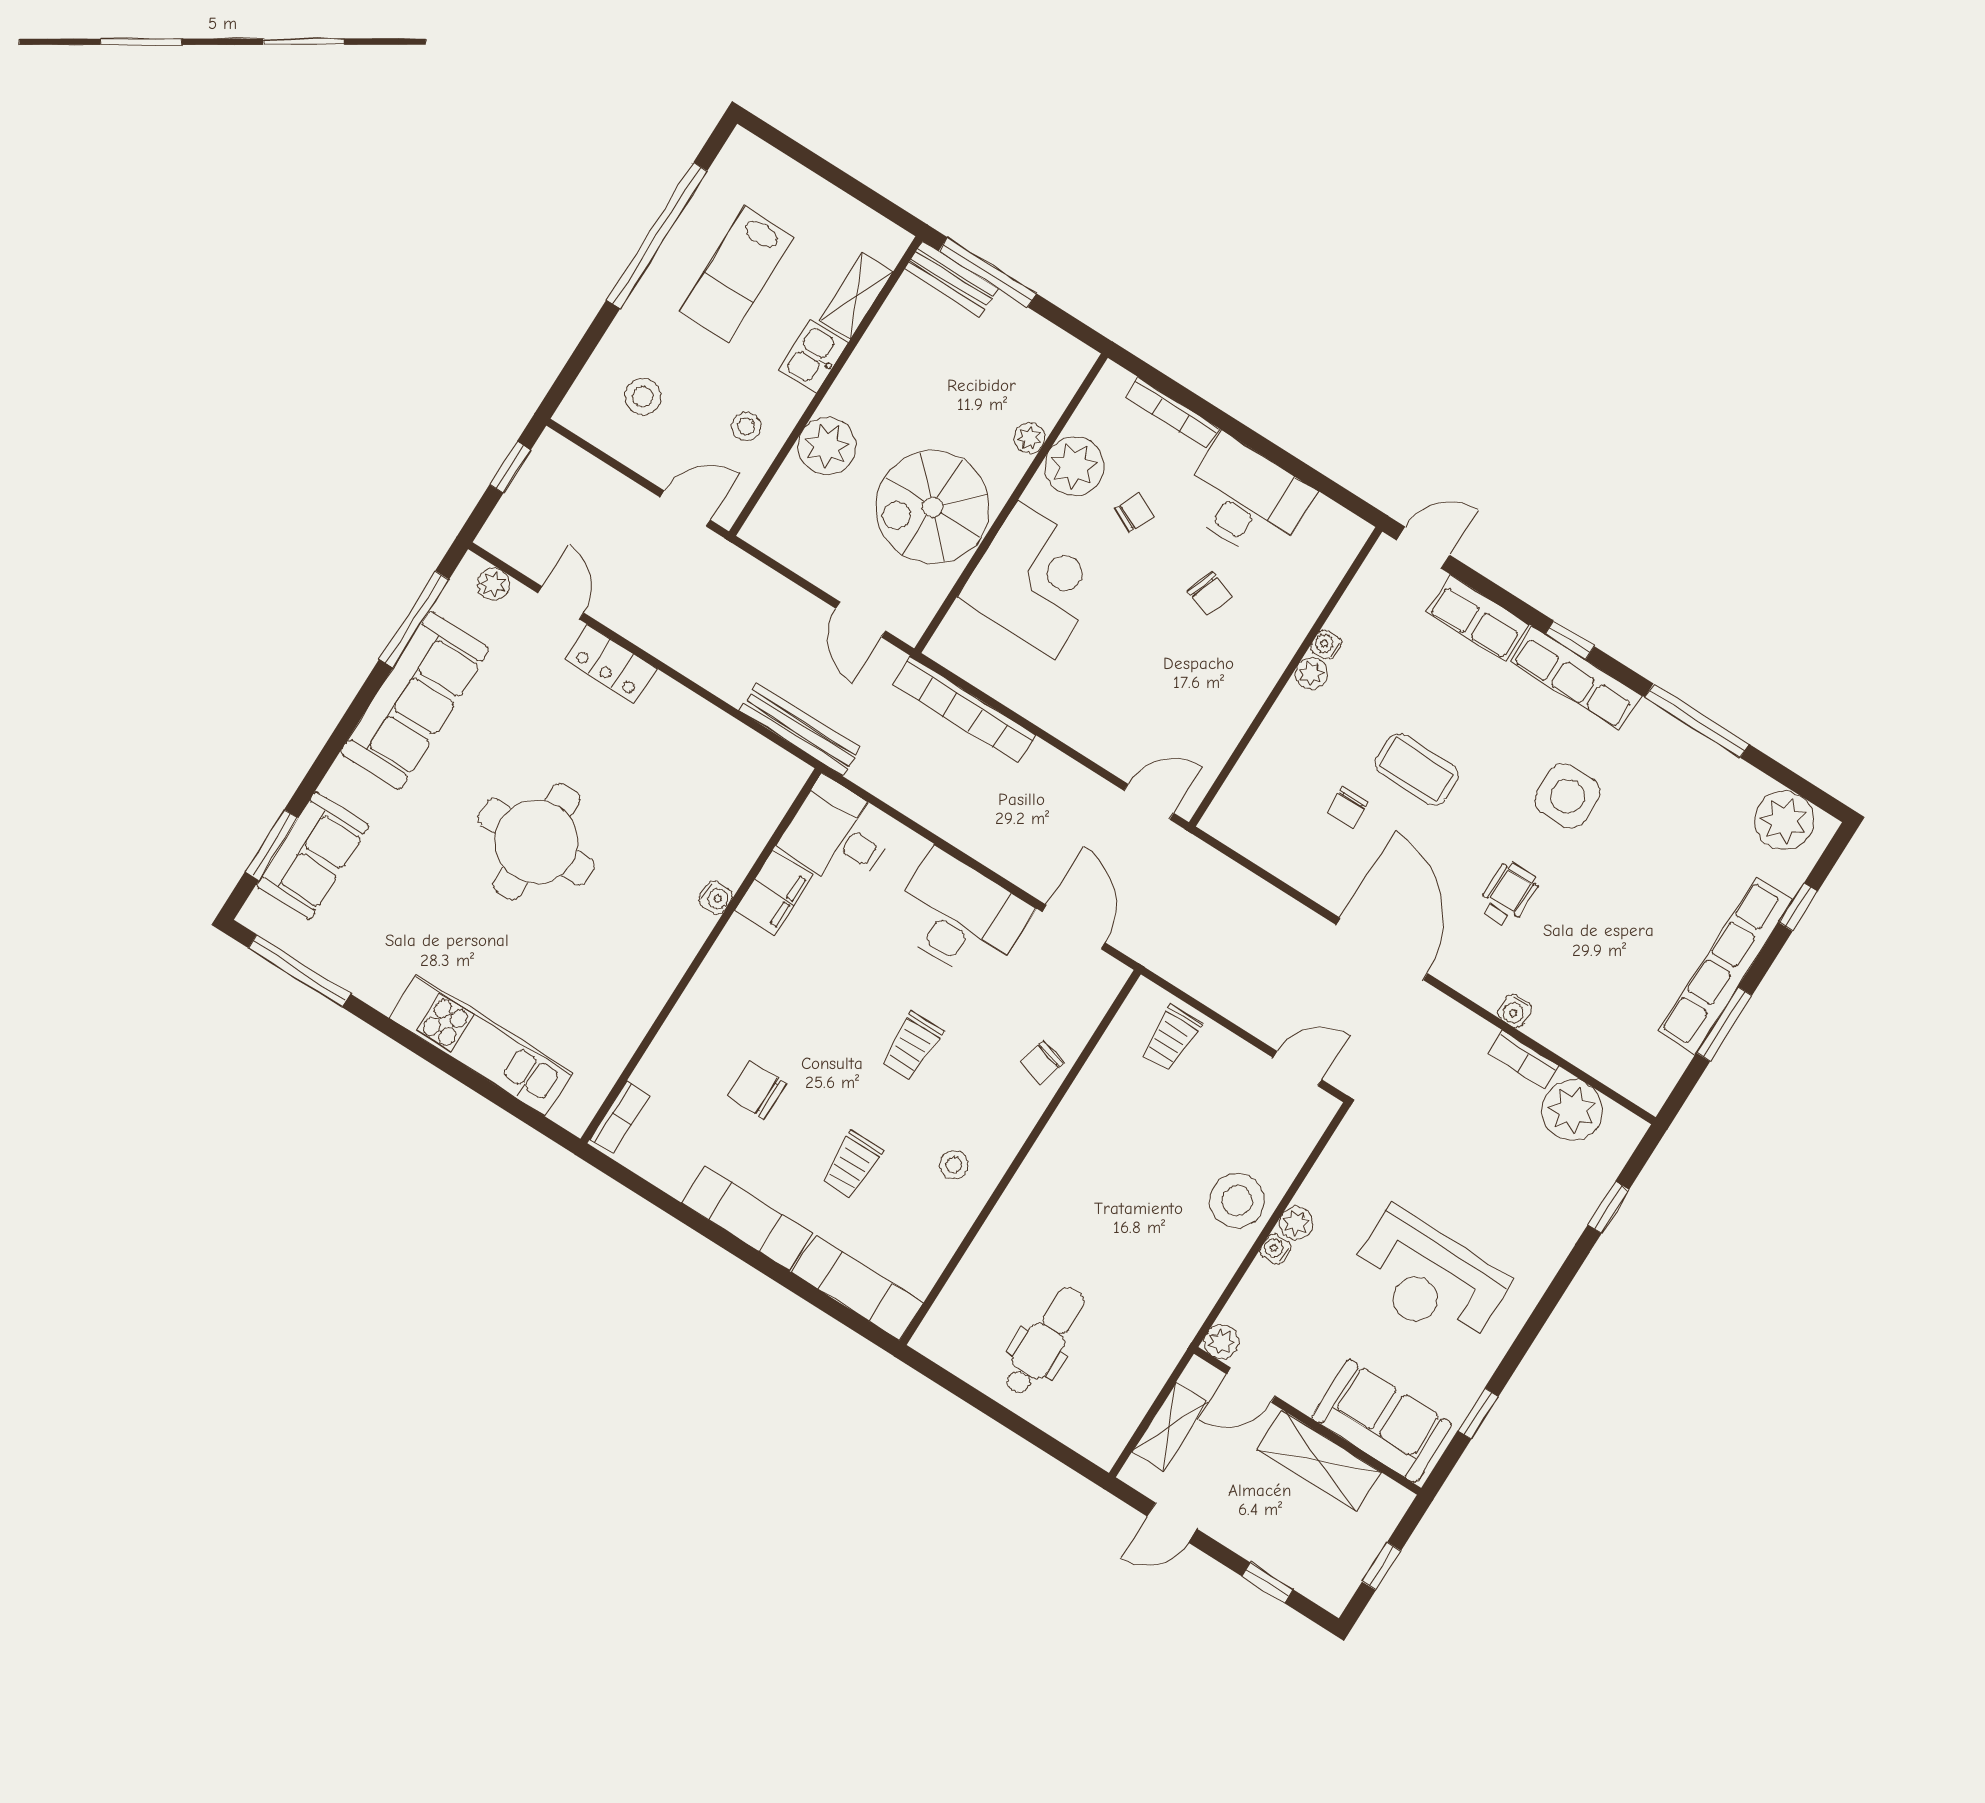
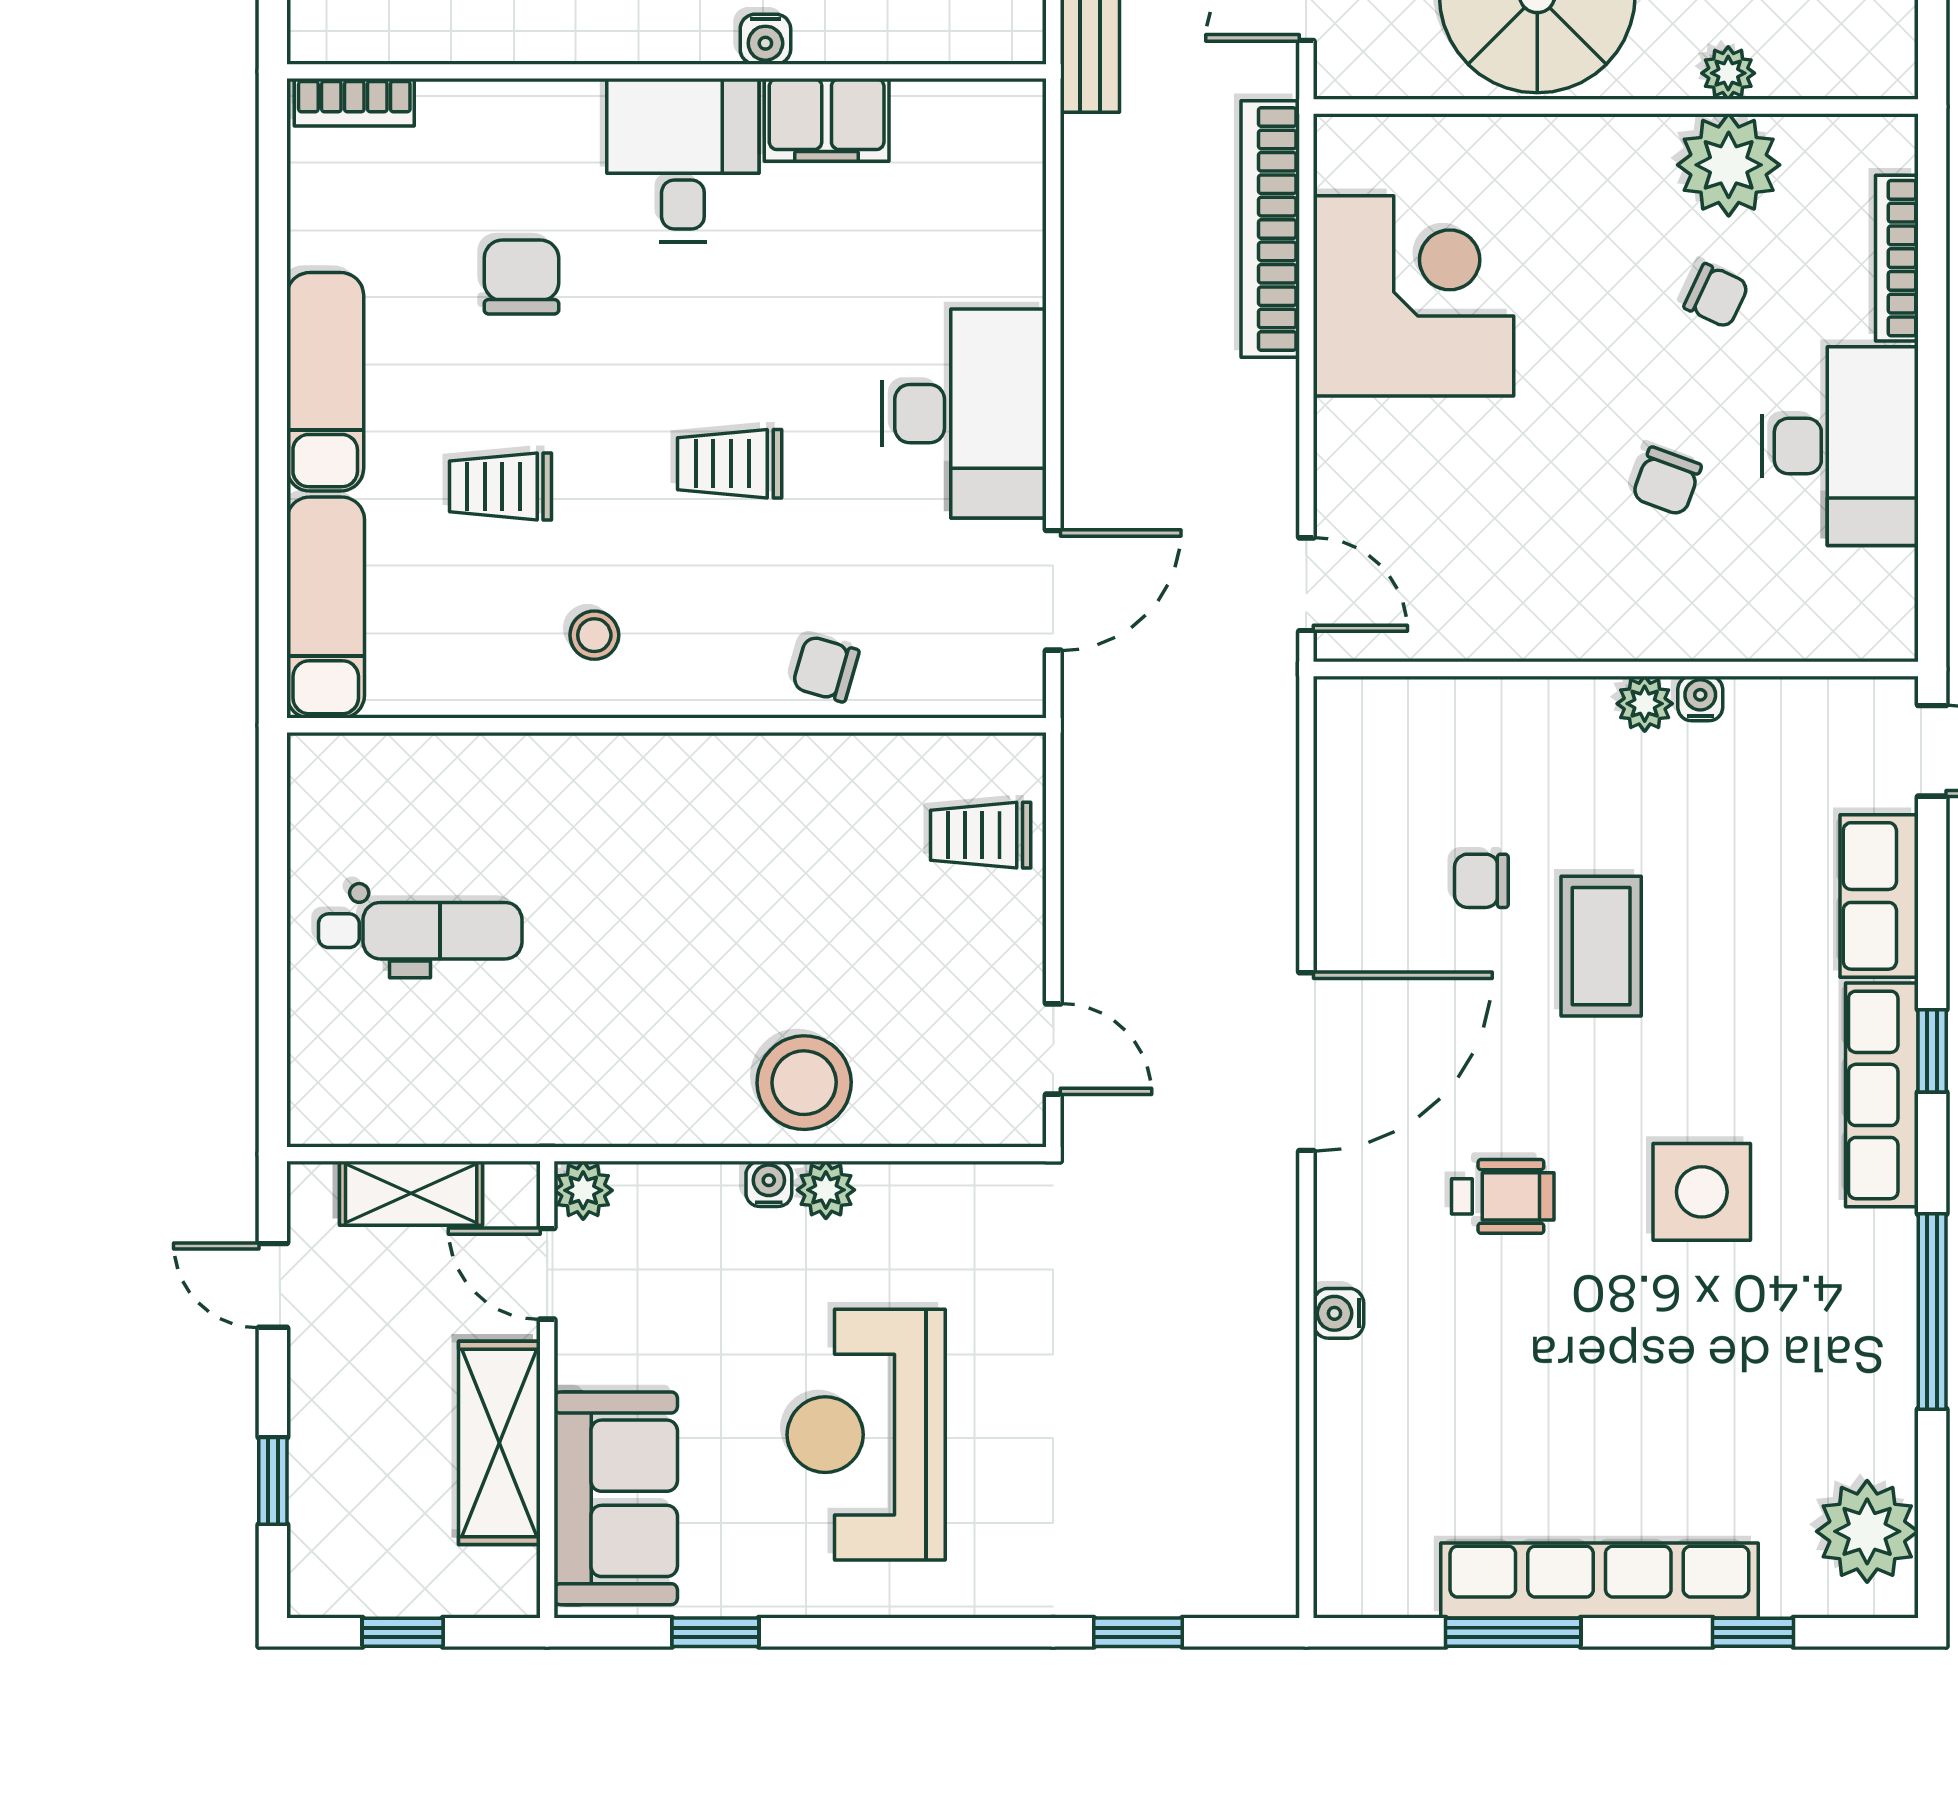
corner desk: (1036, 579) -> (1414, 296), moved, turned -90
desk: (838, 835) -> (683, 160), moved
bookcase: (1524, 1060) -> (1276, 1372), removed
plant: (1572, 1110) -> (1247, 1490), removed

